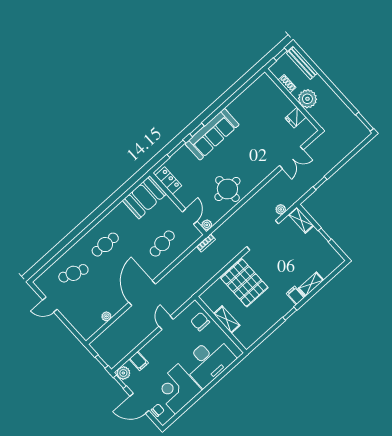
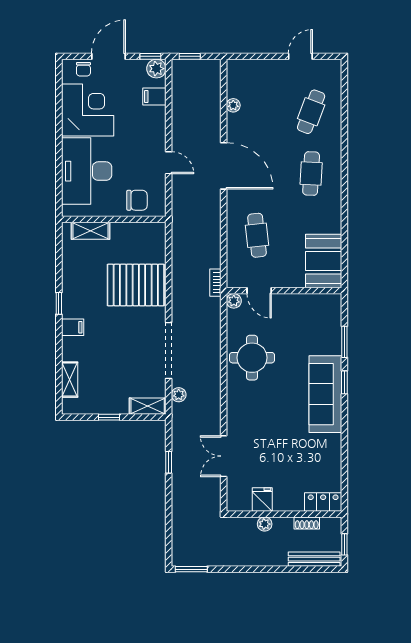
plant: (307, 99) -> (265, 524), width x0.53, depth x0.53
locker: (168, 180) -> (323, 502), moved, turned 180
shelving: (311, 284) -> (70, 380), moved
shelving: (227, 319) -> (90, 231), moved

